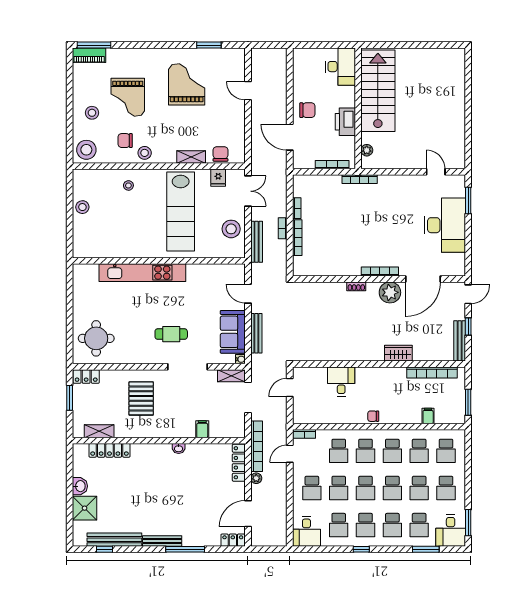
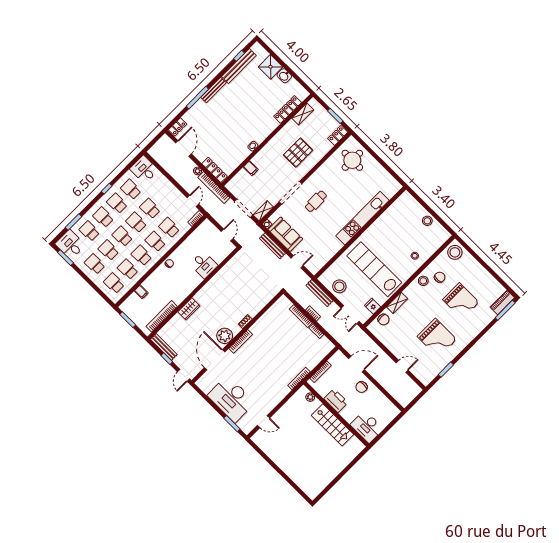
stairs: (378, 91) -> (332, 425), width x0.73, depth x0.66
grand piano: (128, 97) -> (461, 301), turned 180
stool: (92, 113) -> (471, 274), removed
pallet: (141, 398) -> (298, 153), turned 90
school desk: (312, 488) -> (164, 195), removed

